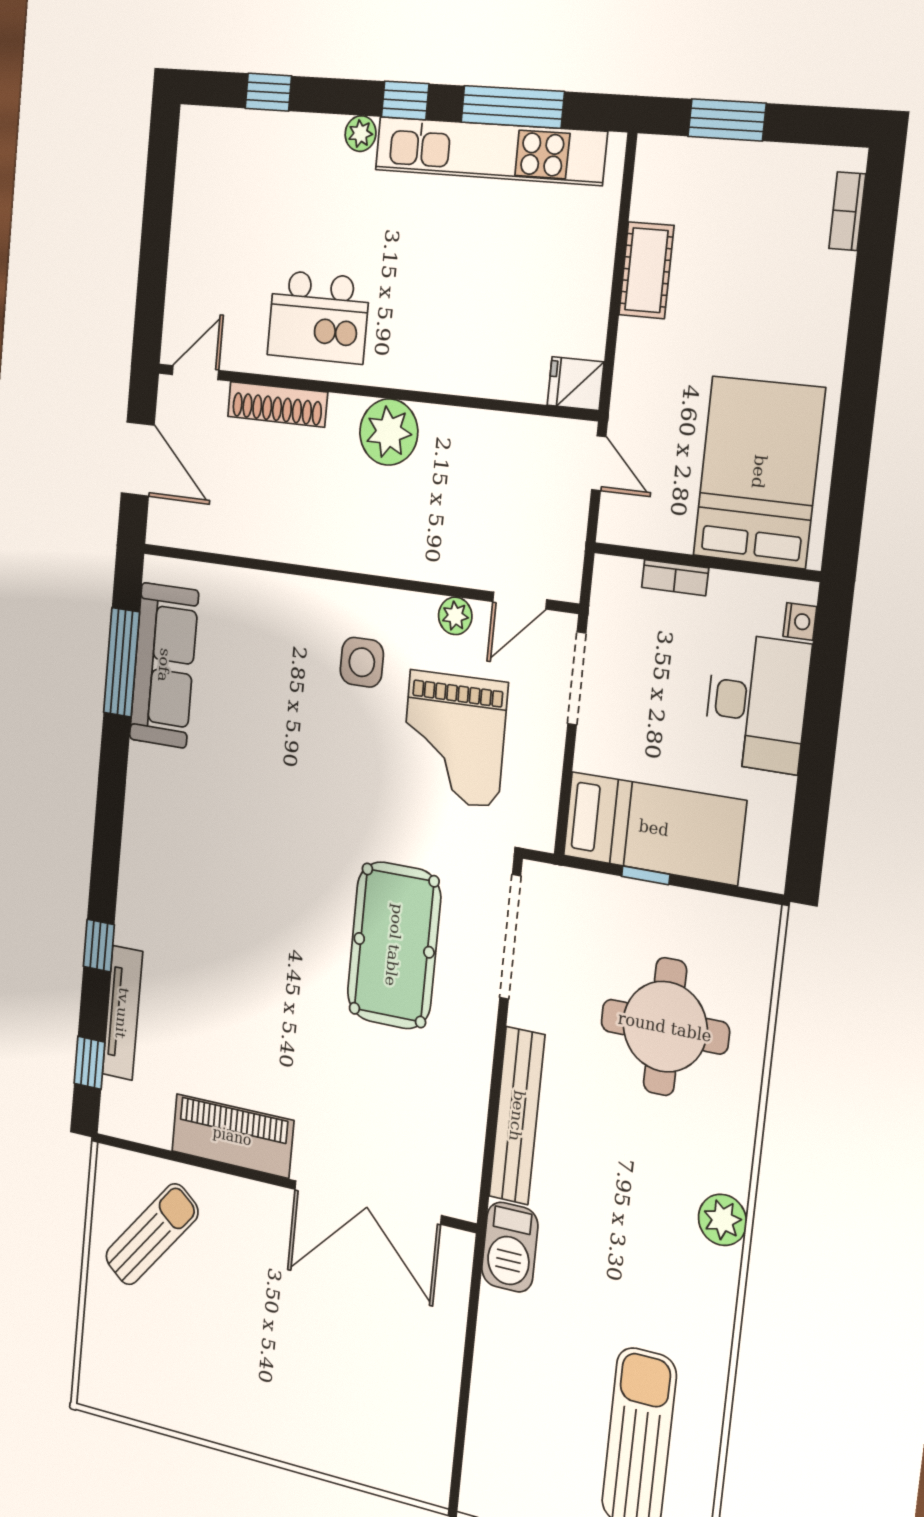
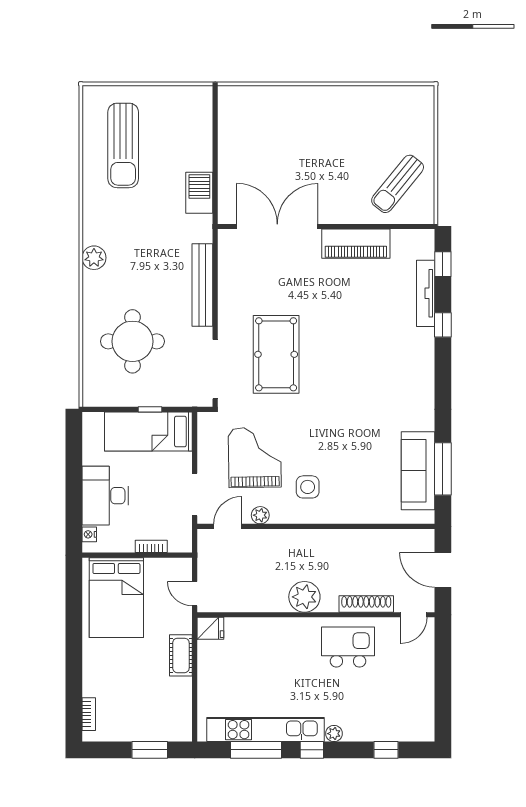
cot: (646, 270) -> (181, 655), moved
barbecue: (510, 1247) -> (199, 193), moved

